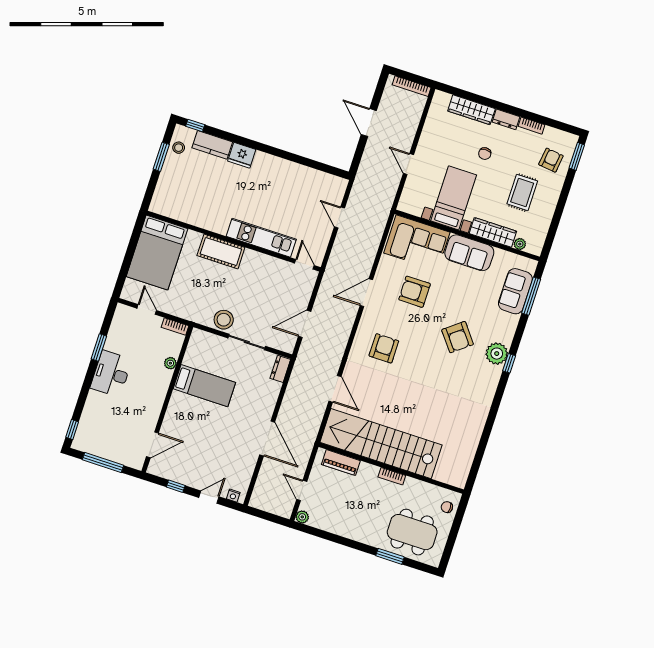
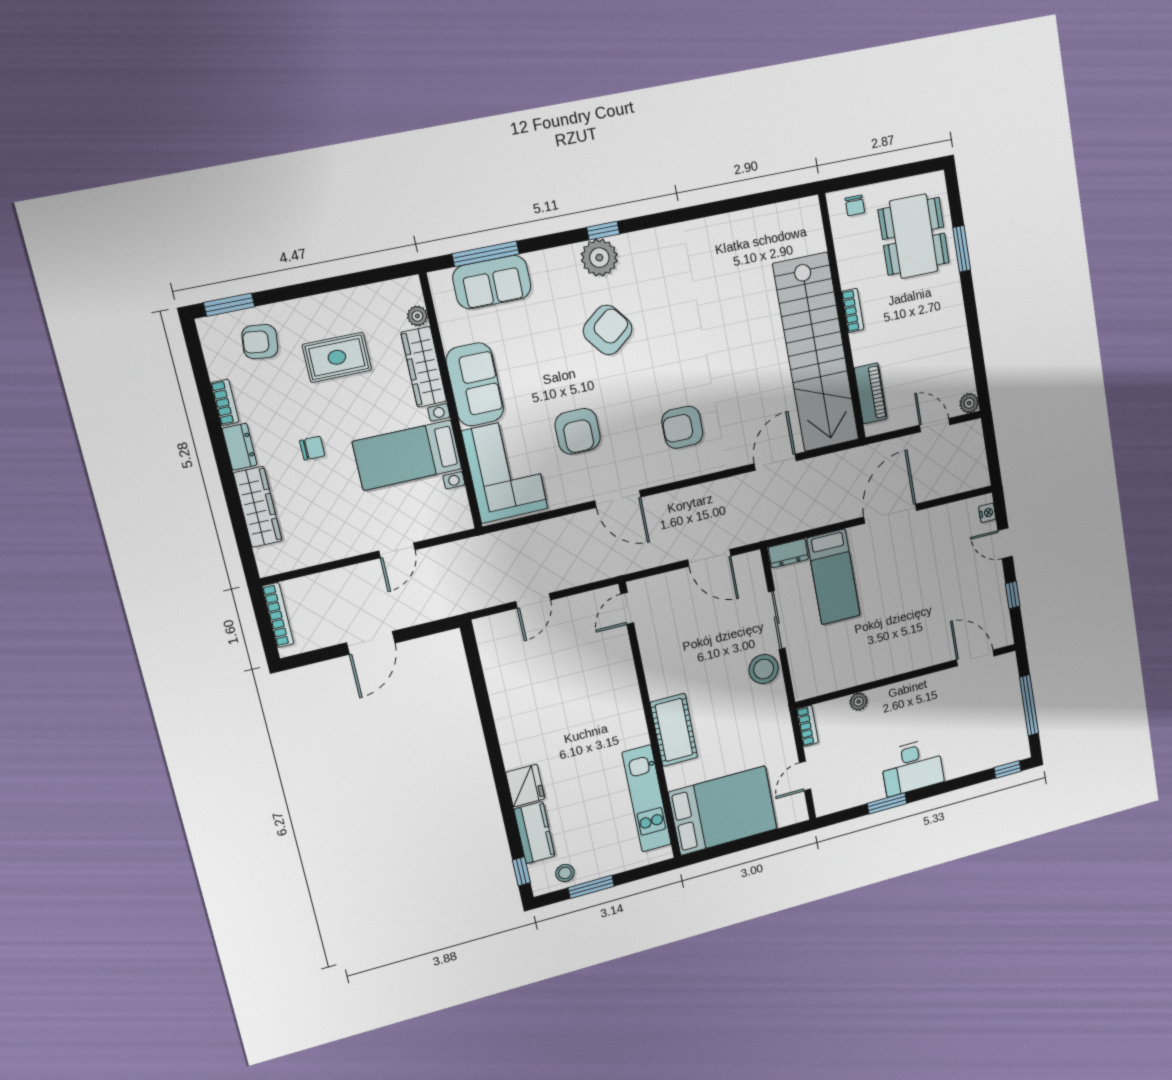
kitchen unit: (261, 238) -> (647, 798), moved
bed: (204, 386) -> (833, 577), moved, turned 180
door: (302, 490) -> (935, 425), swing flipped

